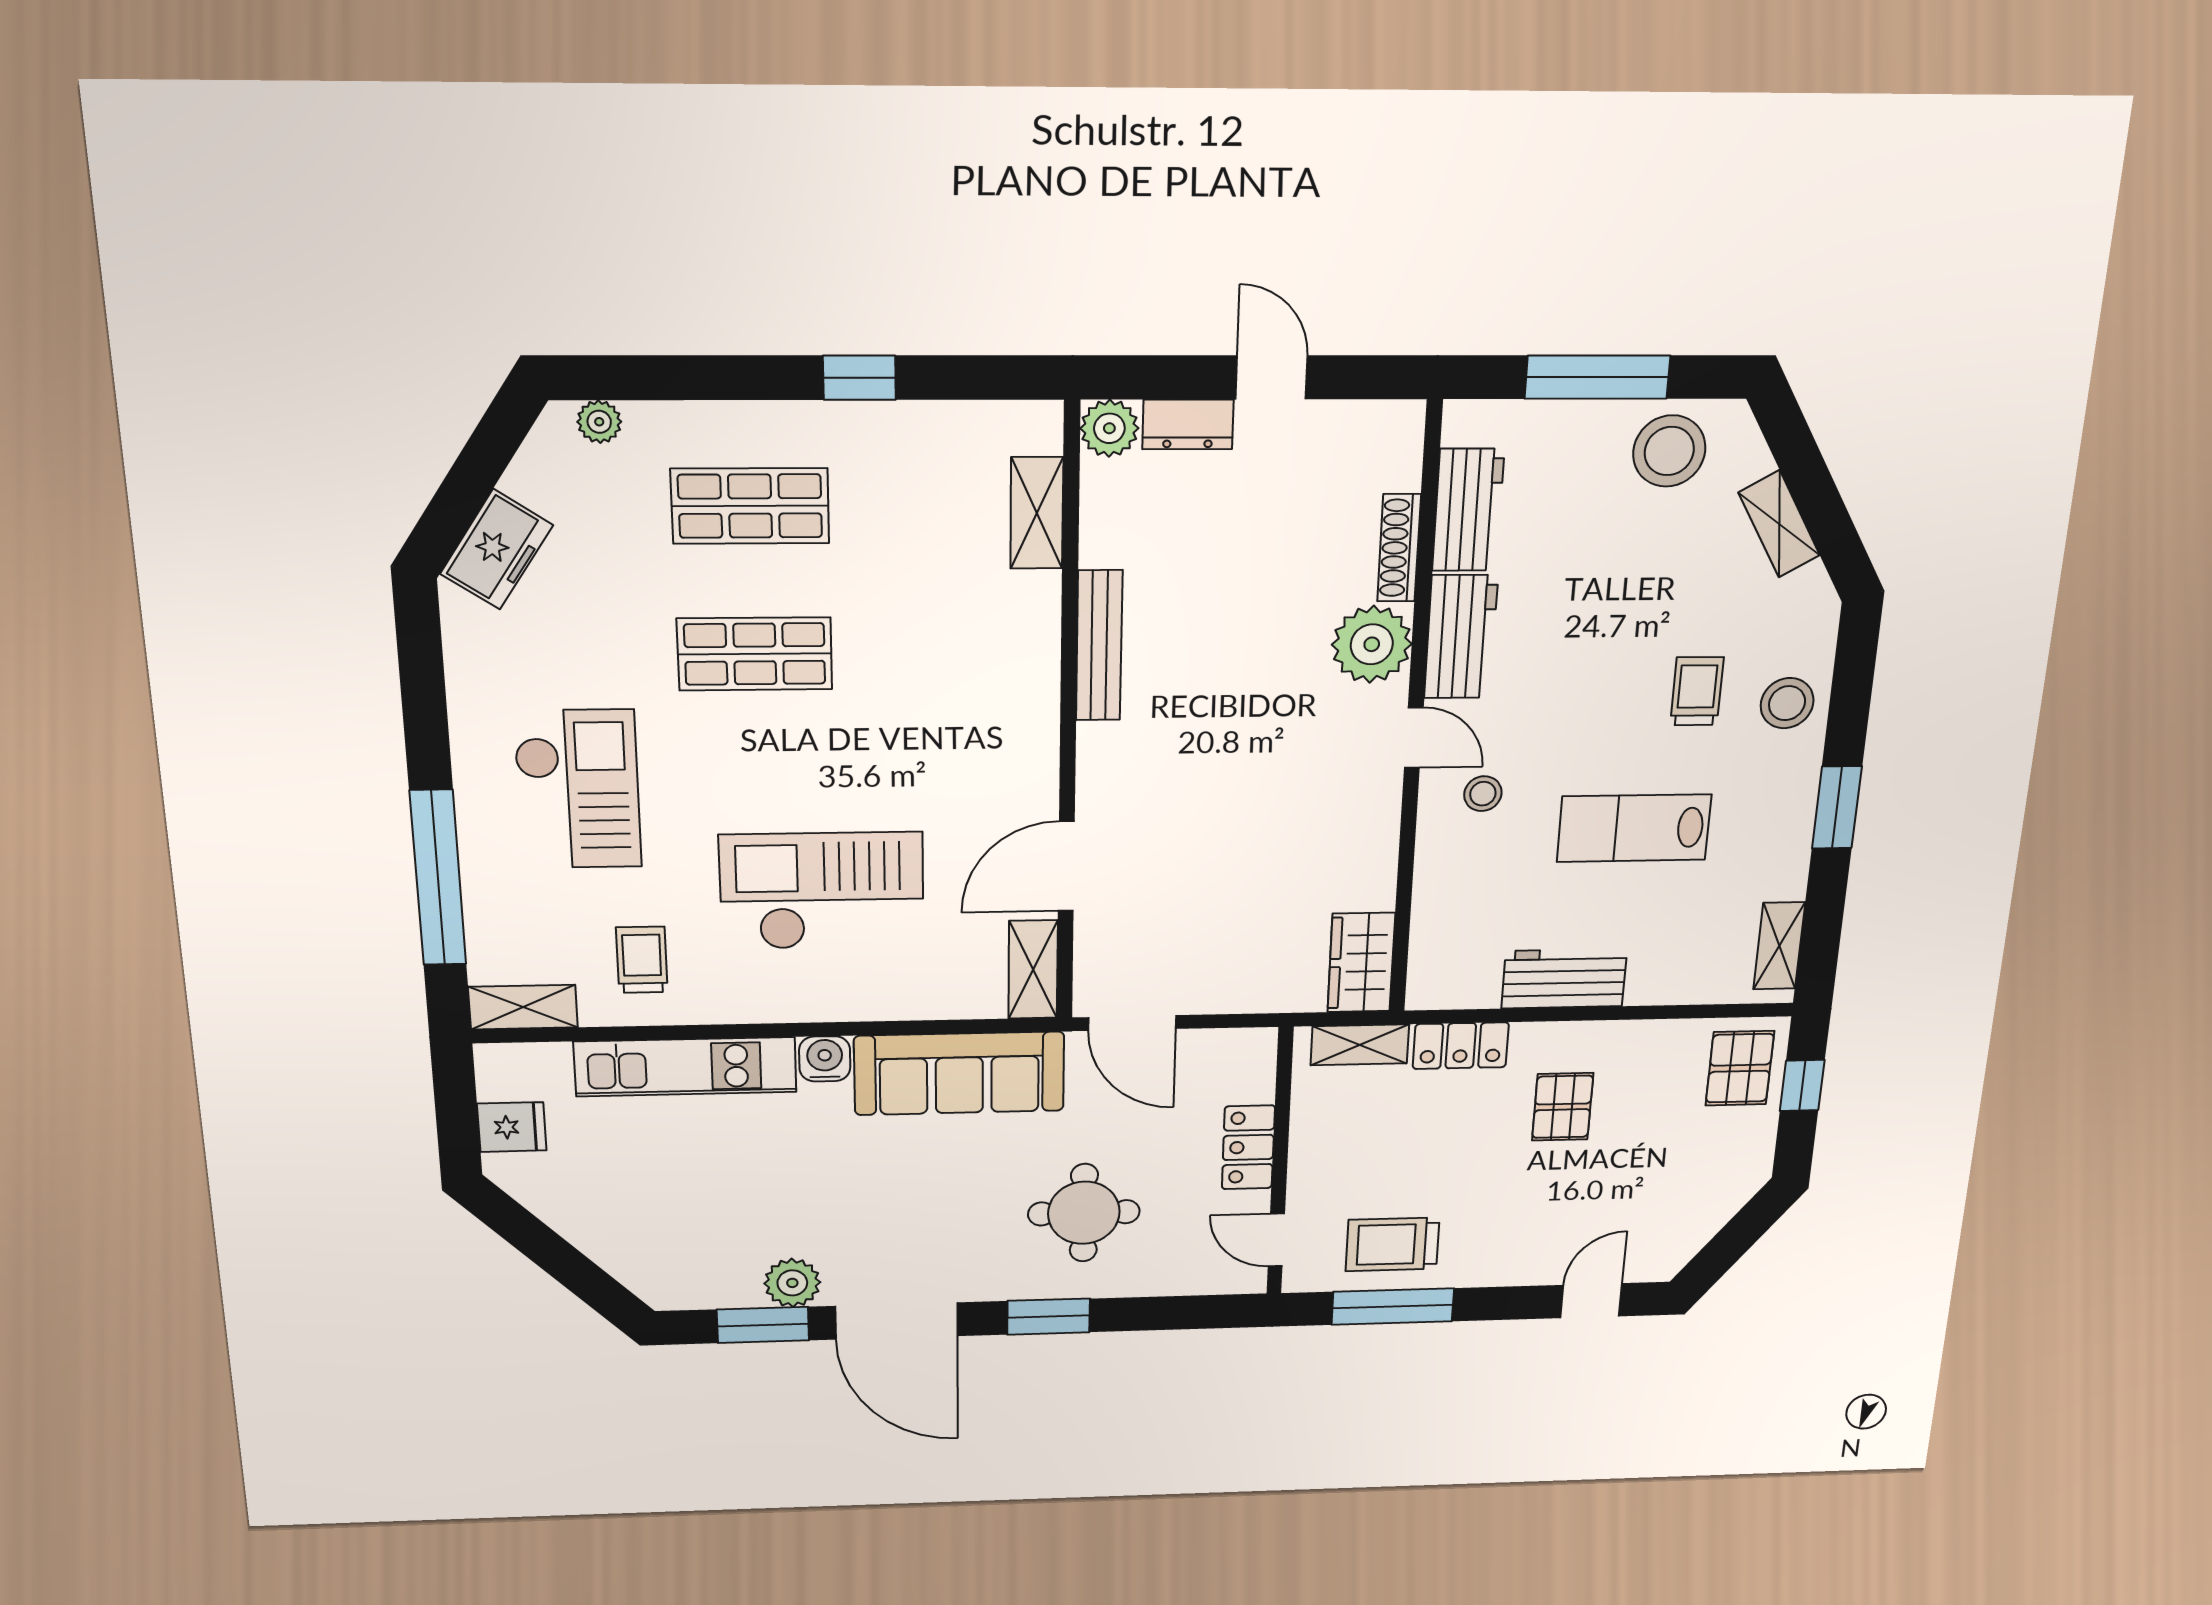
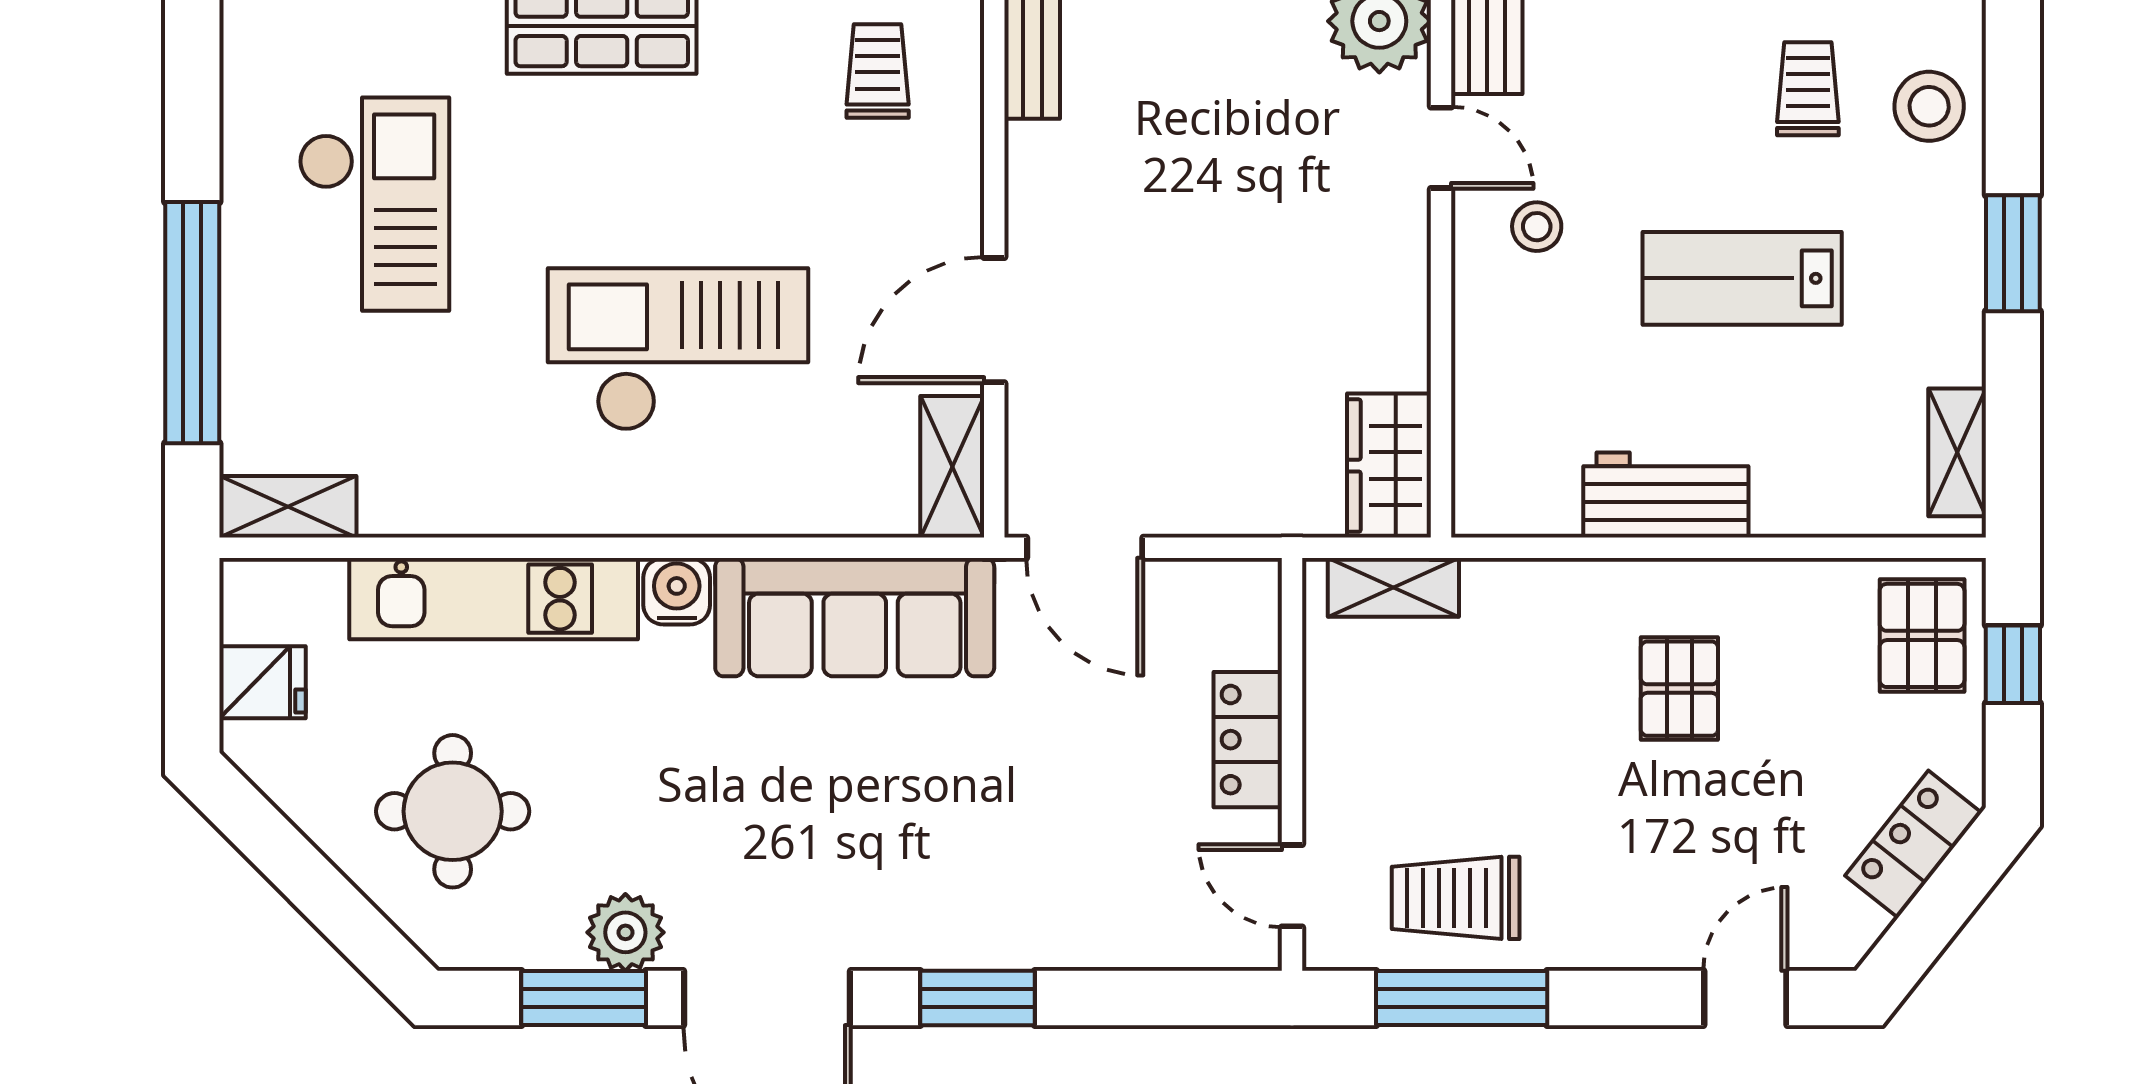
trolley: (642, 960) -> (878, 71), moved
locker: (1461, 1046) -> (1913, 844), moved, turned 128
round table: (1084, 1213) -> (453, 811), moved

